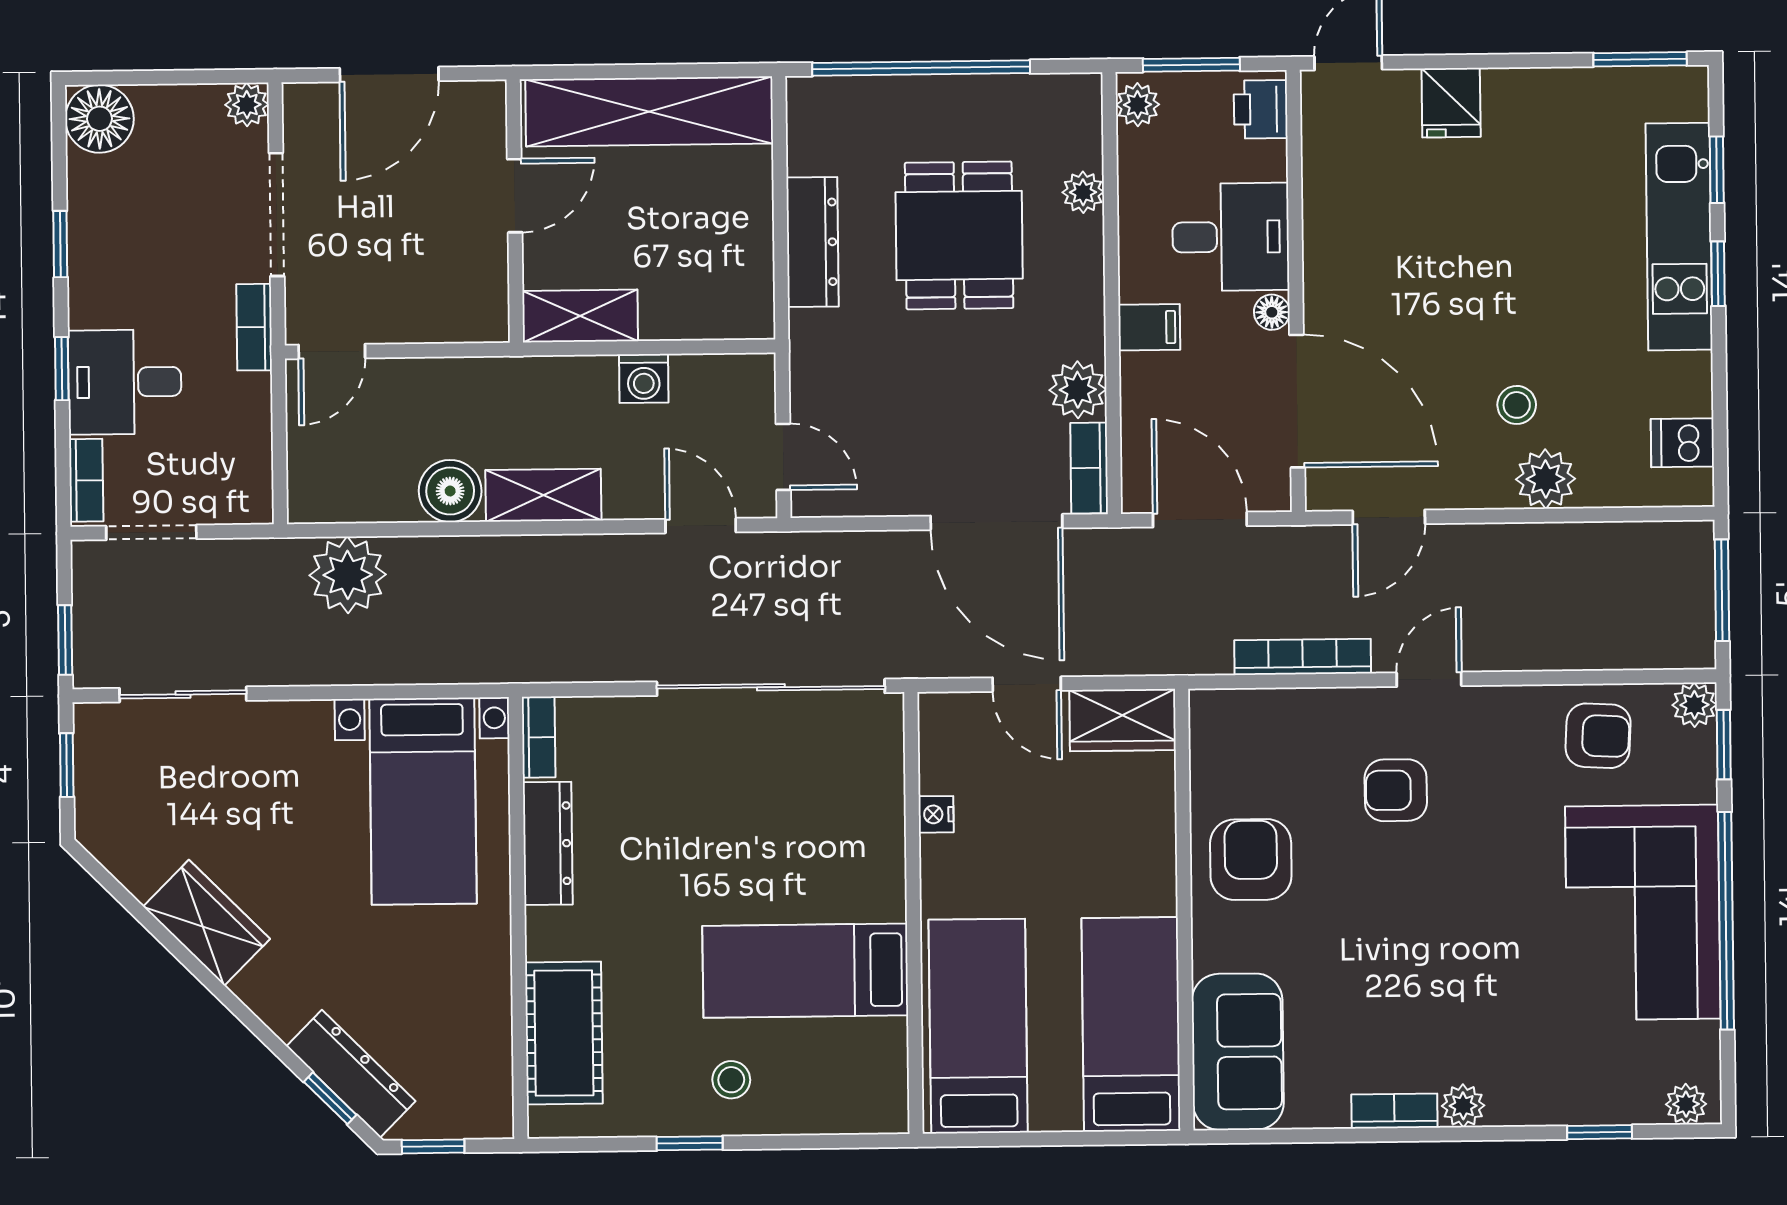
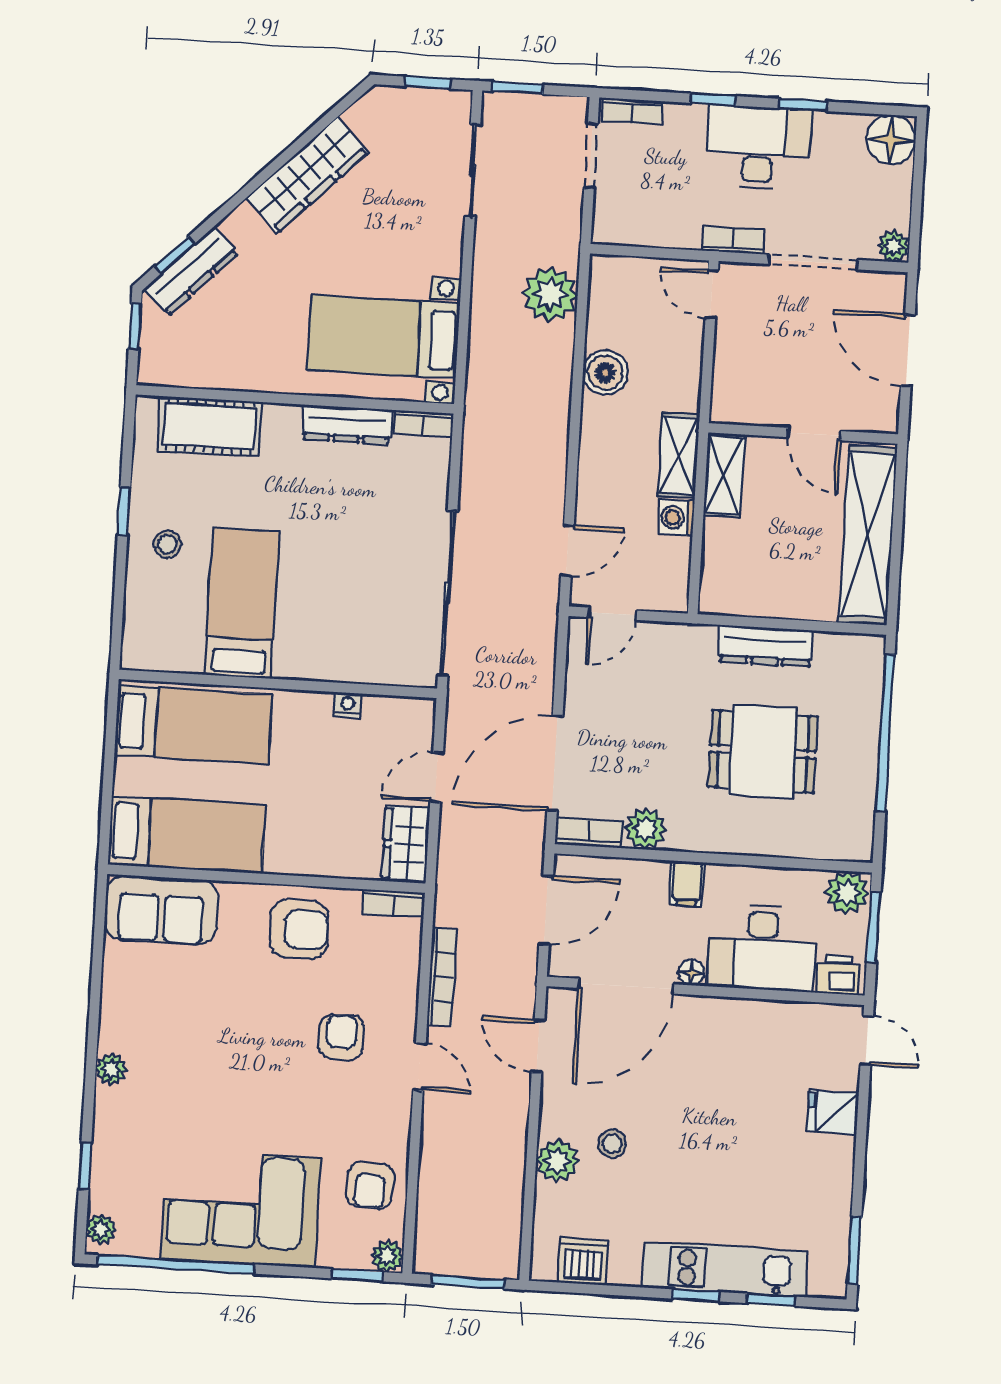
plant: (1138, 105) -> (847, 893), width x1.38, depth x1.38
plant: (1083, 192) -> (787, 843), removed
desk: (1231, 237) -> (762, 948), width x1.37
desk: (125, 382) -> (758, 148), moved, width x1.37
dishwasher: (1682, 443) -> (583, 1261), width x1.38
shelving: (543, 495) -> (679, 455), moved
window: (1726, 921) -> (176, 1264), moved
wardrobe: (207, 923) -> (307, 175), width x1.50
bookcase: (1394, 1111) -> (393, 903), moved, turned 90

